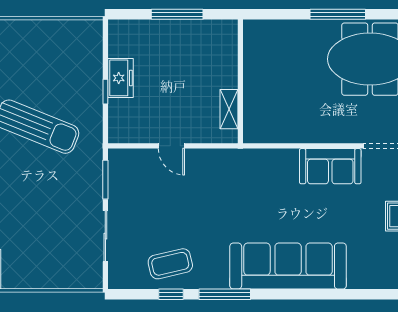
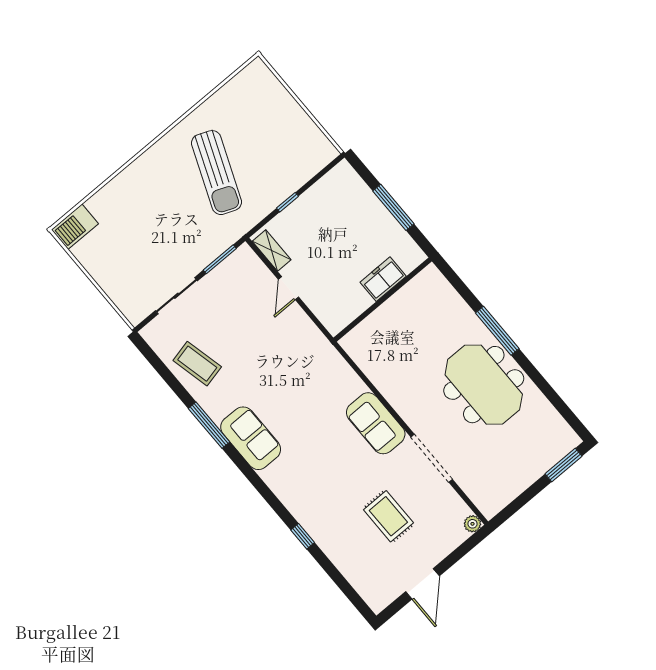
freezer: (120, 78) -> (383, 279), moved, turned 180
shelving: (229, 109) -> (272, 250), moved, turned 90
sofa: (288, 266) -> (251, 438), width x0.54, depth x0.79
window: (171, 294) -> (303, 536), moved

